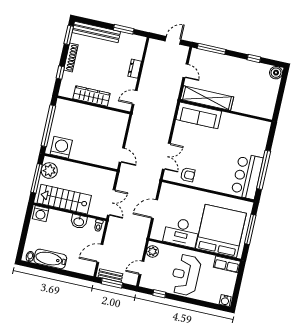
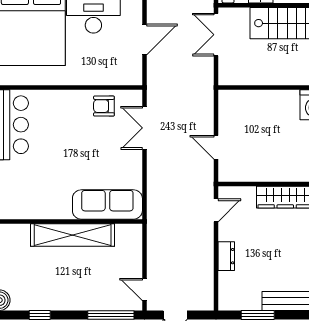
door: (186, 71) -> (144, 290), moved
shelving: (207, 98) -> (73, 235), moved
door: (122, 155) -> (216, 147), moved

